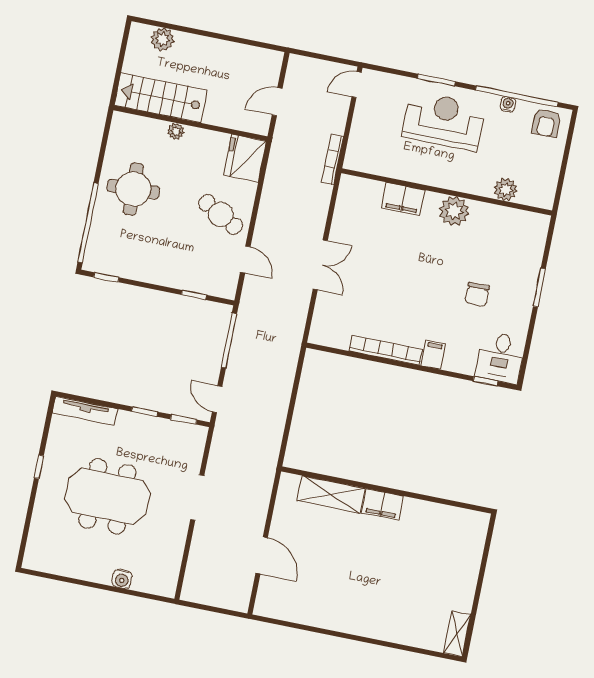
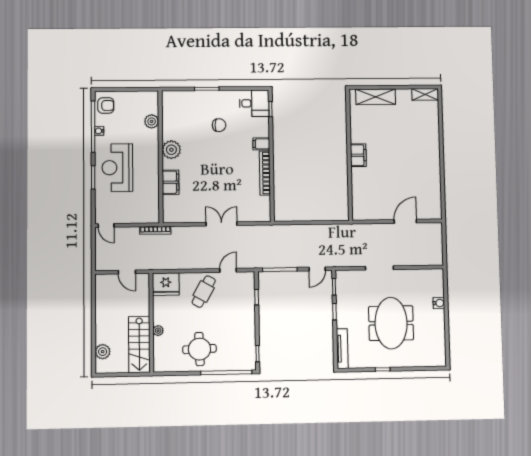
shelving: (331, 494) -> (376, 97), moved, turned 90

